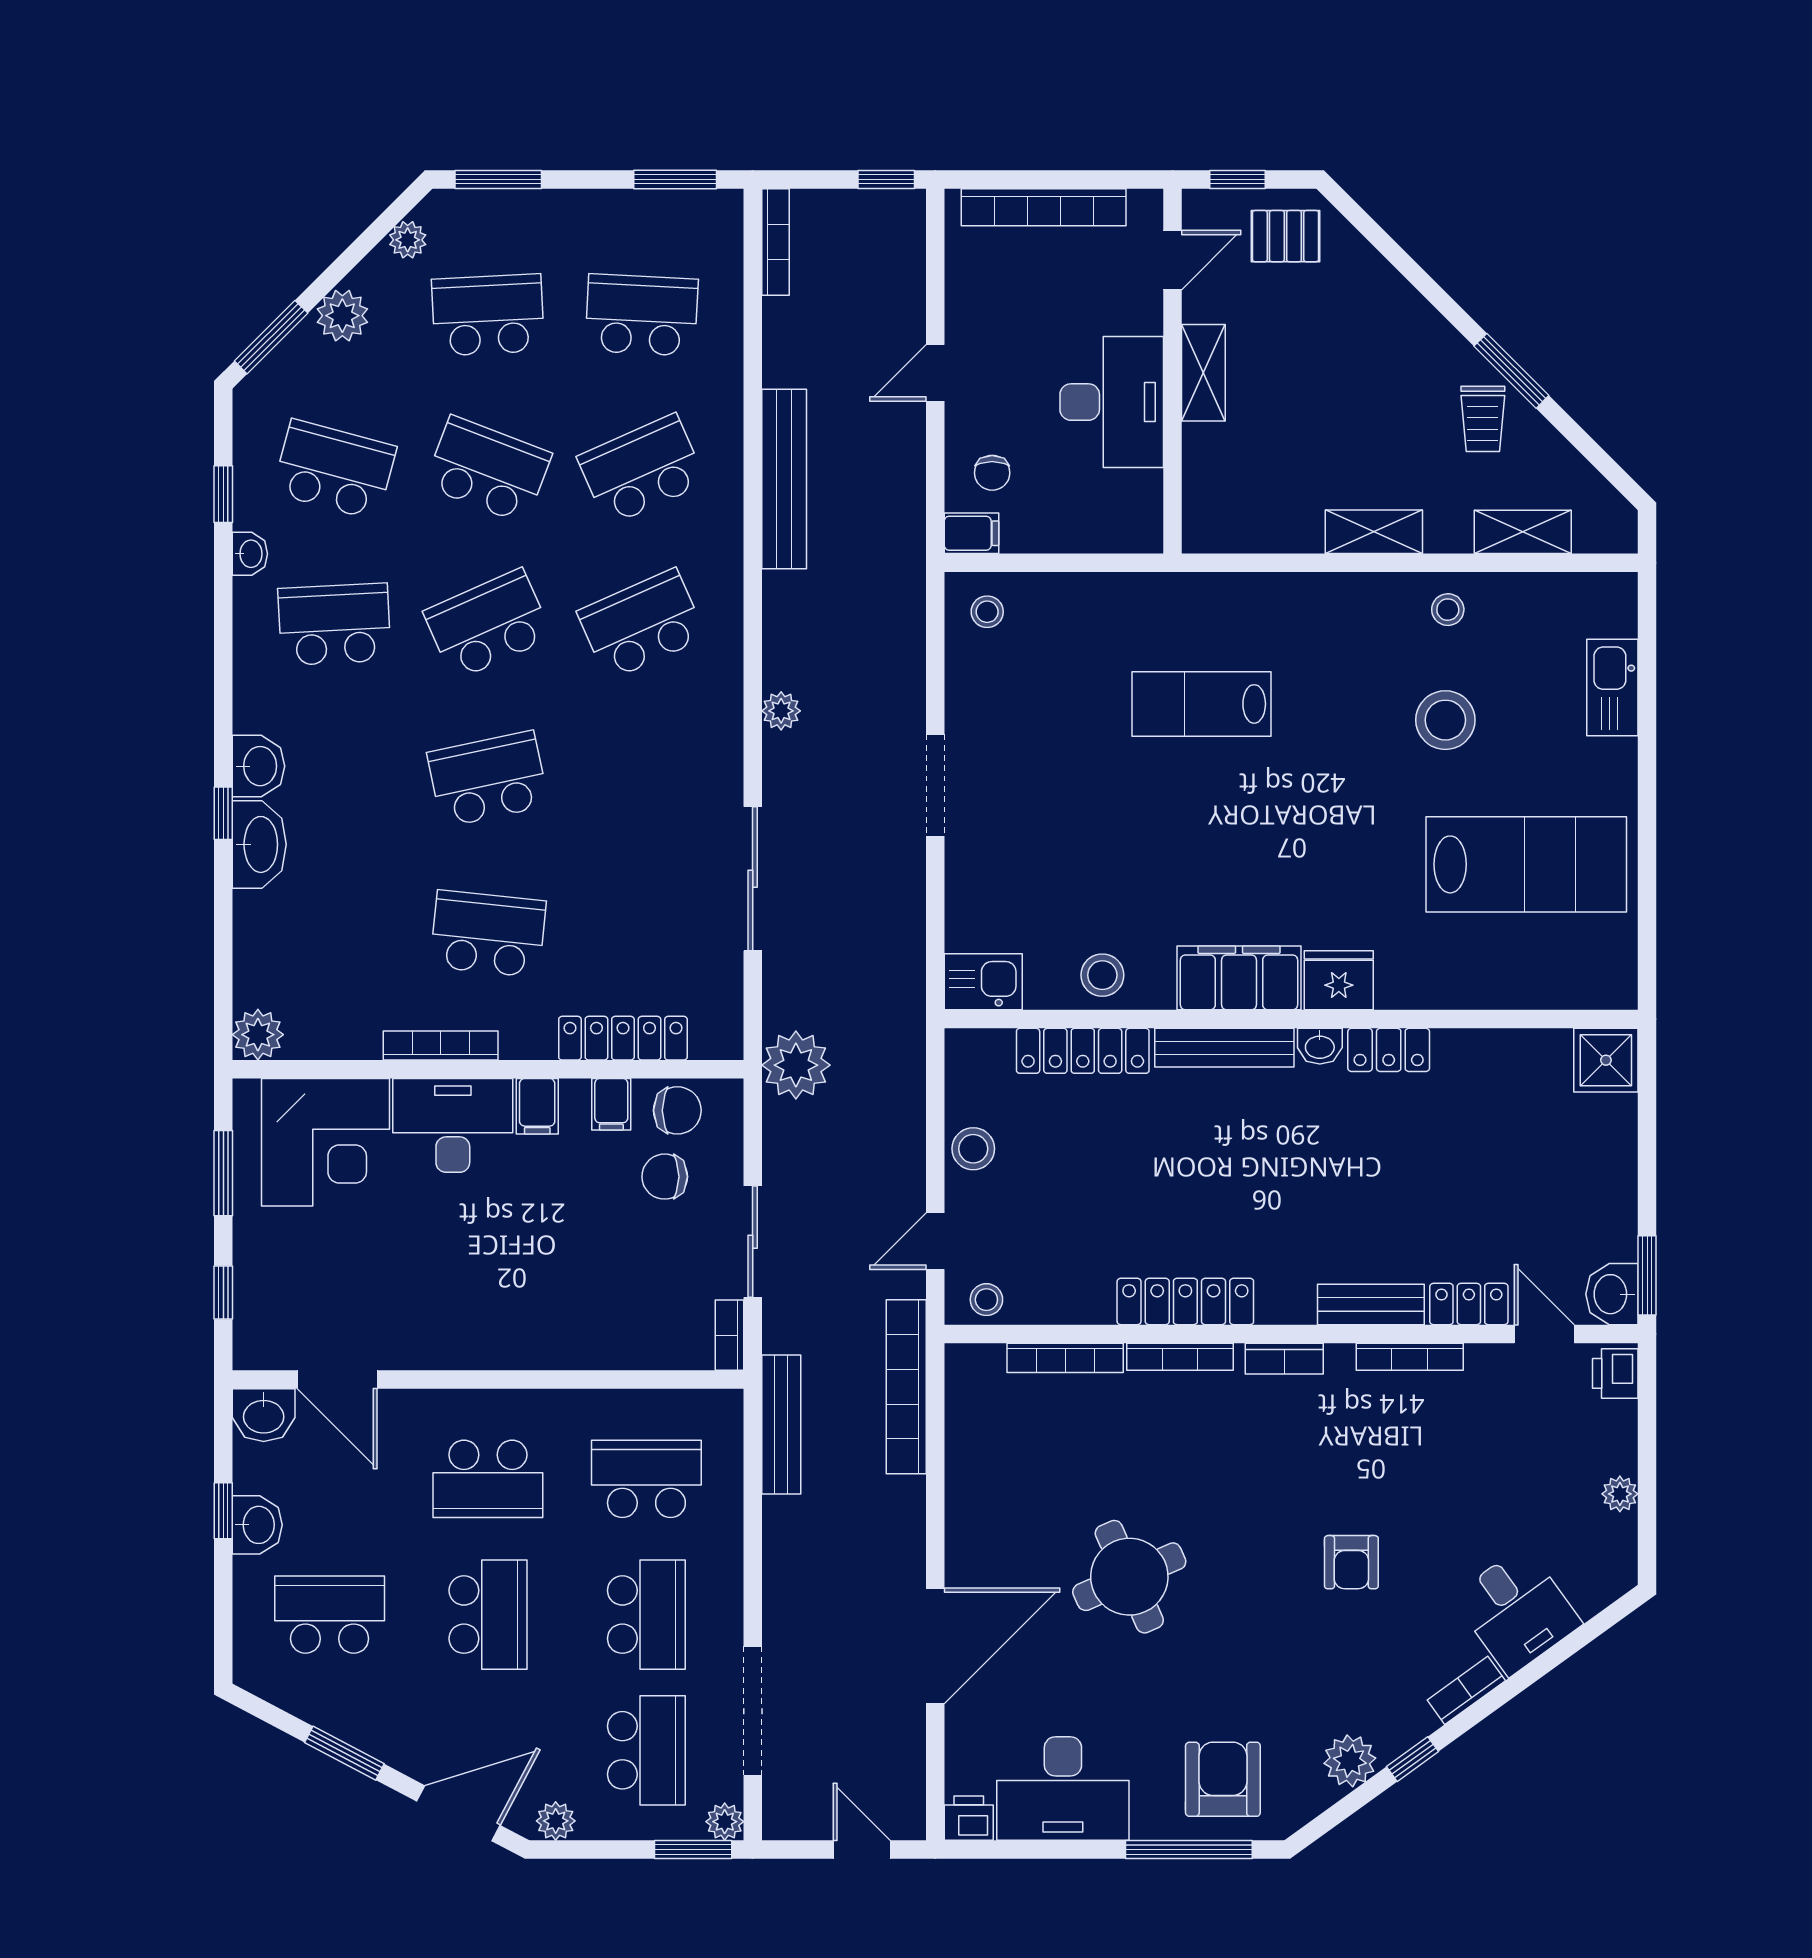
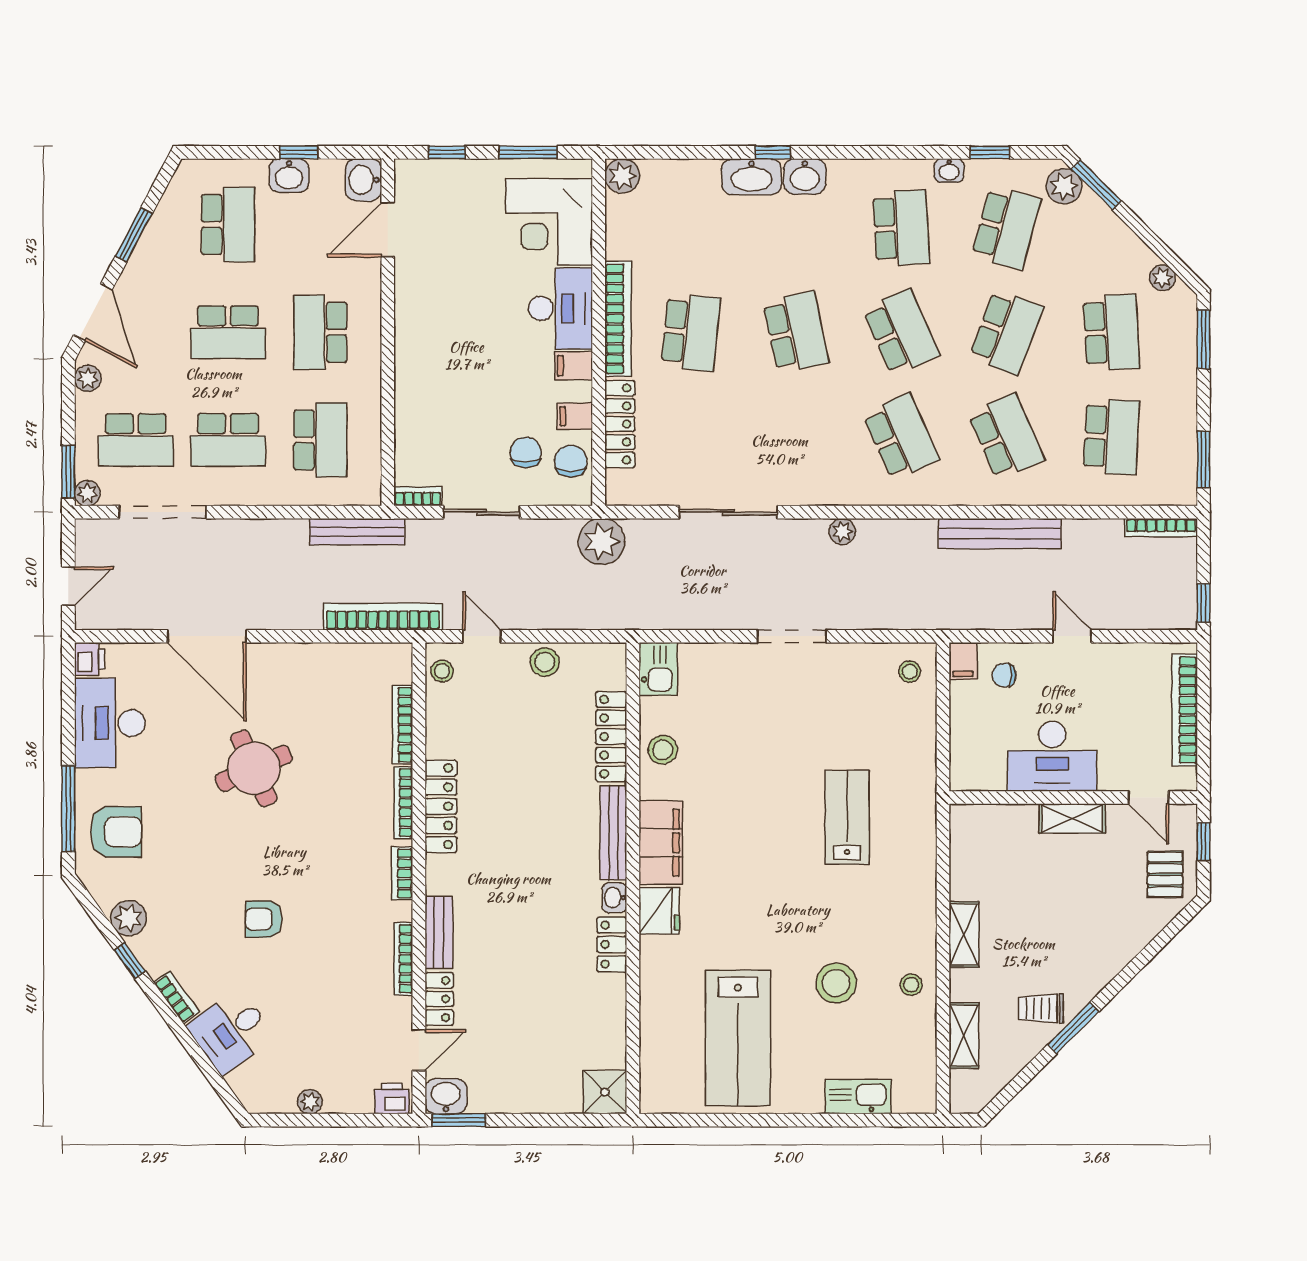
plant: (342, 316) -> (1064, 186), moved
bookcase: (441, 1045) -> (618, 319), width x1.48, depth x1.31
chair: (677, 1110) -> (571, 461), turned 180

